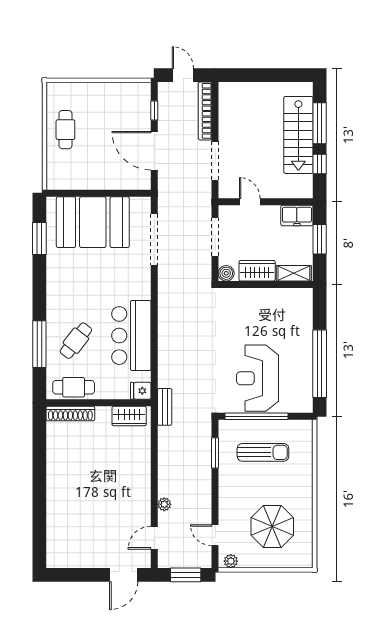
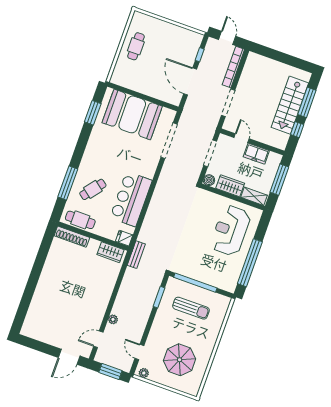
freezer: (297, 216) -> (256, 154), moved
window: (320, 239) -> (279, 180), width x1.44
reception desk: (258, 378) -> (231, 230), moved

